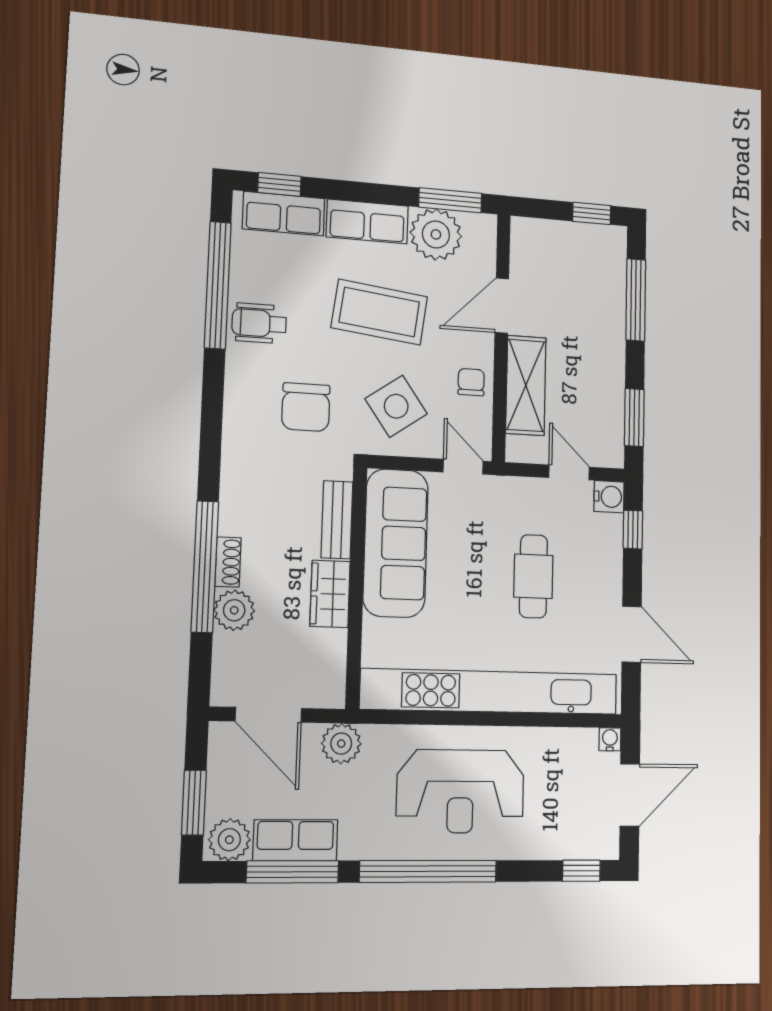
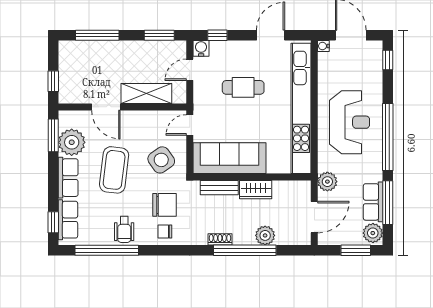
window: (592, 213) -> (53, 81), moved
chair: (471, 382) -> (165, 232), moved
shoe rack: (228, 562) -> (220, 239), moved

